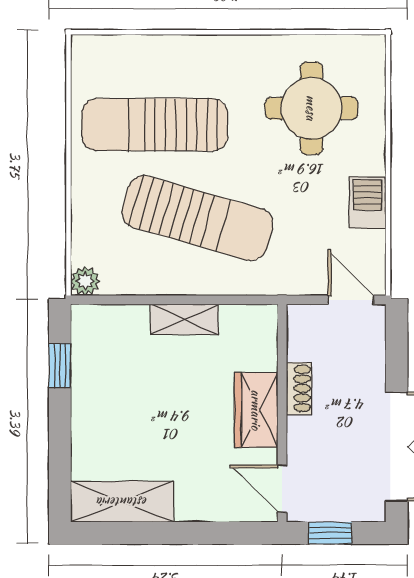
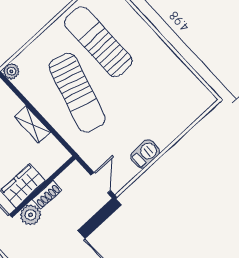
round table: (311, 108) -> (162, 97), removed
plant: (306, 436) -> (31, 215), added

